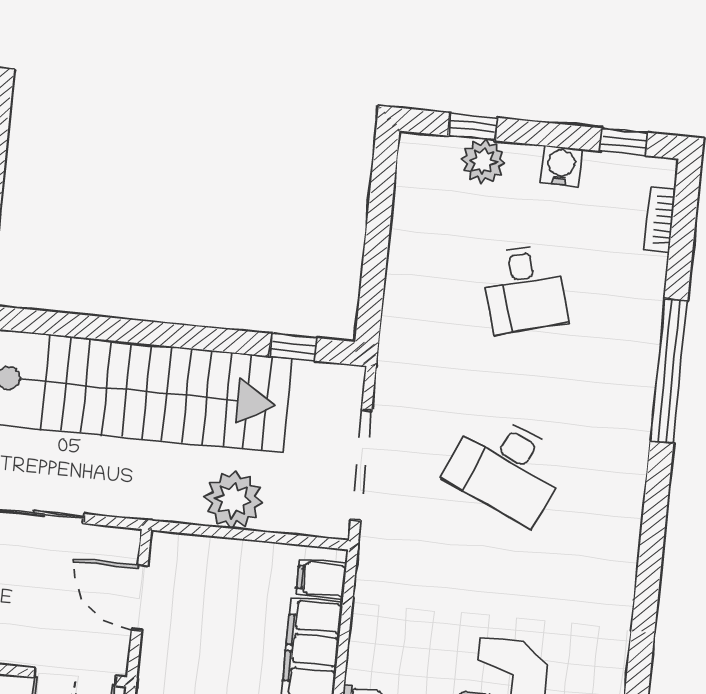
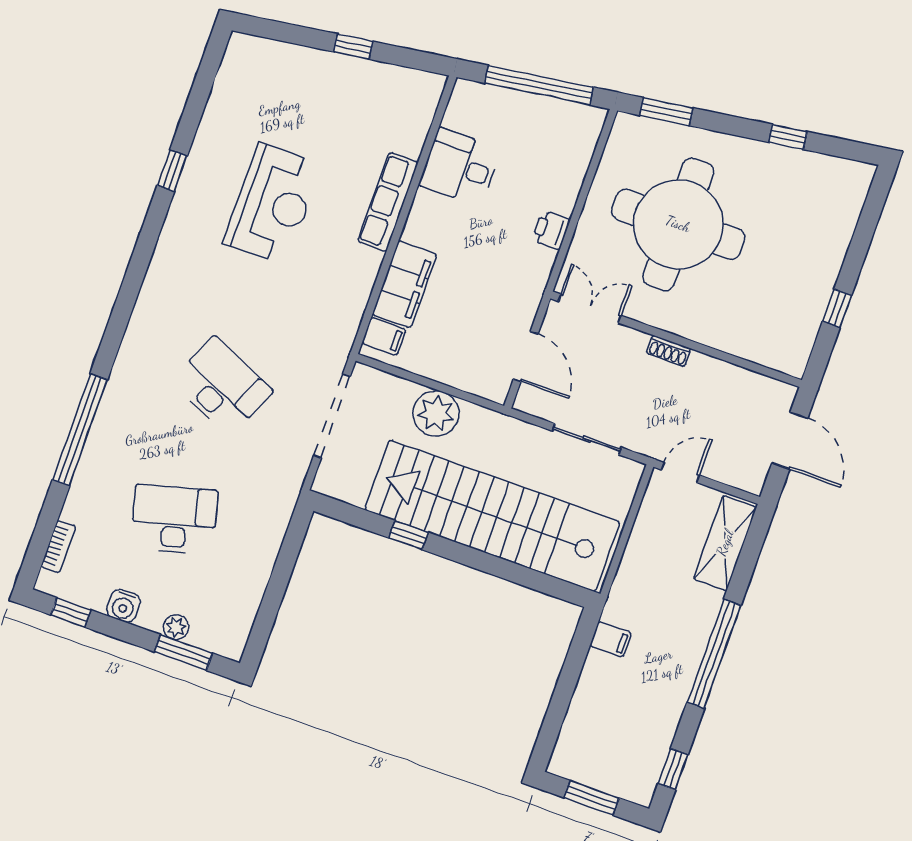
window: (473, 127) -> (183, 653), width x1.50
plant: (483, 161) -> (176, 627), width x0.73, depth x0.73
desk: (525, 288) -> (174, 520), width x1.37
window: (293, 347) -> (409, 535), moved

